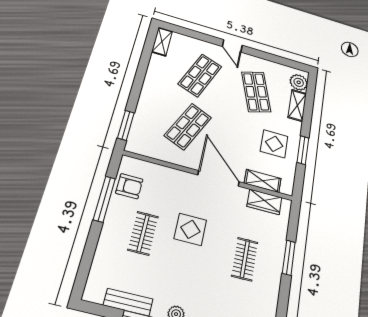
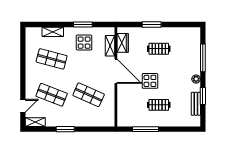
door: (232, 46) -> (23, 106), moved
plant: (299, 82) -> (35, 33), removed
shop shelf: (256, 92) -> (52, 59), turned 33
window: (126, 125) -> (65, 129), moved
door: (219, 178) -> (116, 71), swing flipped
armchair: (129, 186) -> (135, 118), removed

